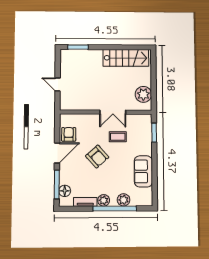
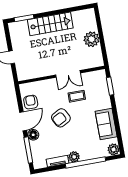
stairs: (126, 58) -> (50, 24), moved
plant: (143, 94) -> (92, 39), moved
armchair: (97, 157) -> (61, 118), turned 104
floor lamp: (65, 191) -> (33, 135), moved
plant: (124, 200) -> (113, 149), moved

